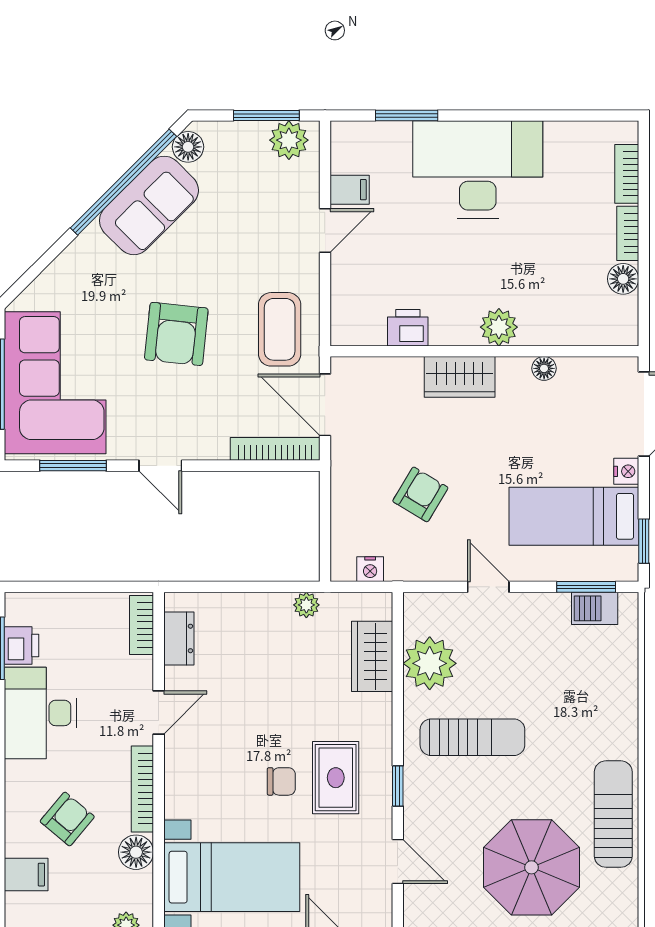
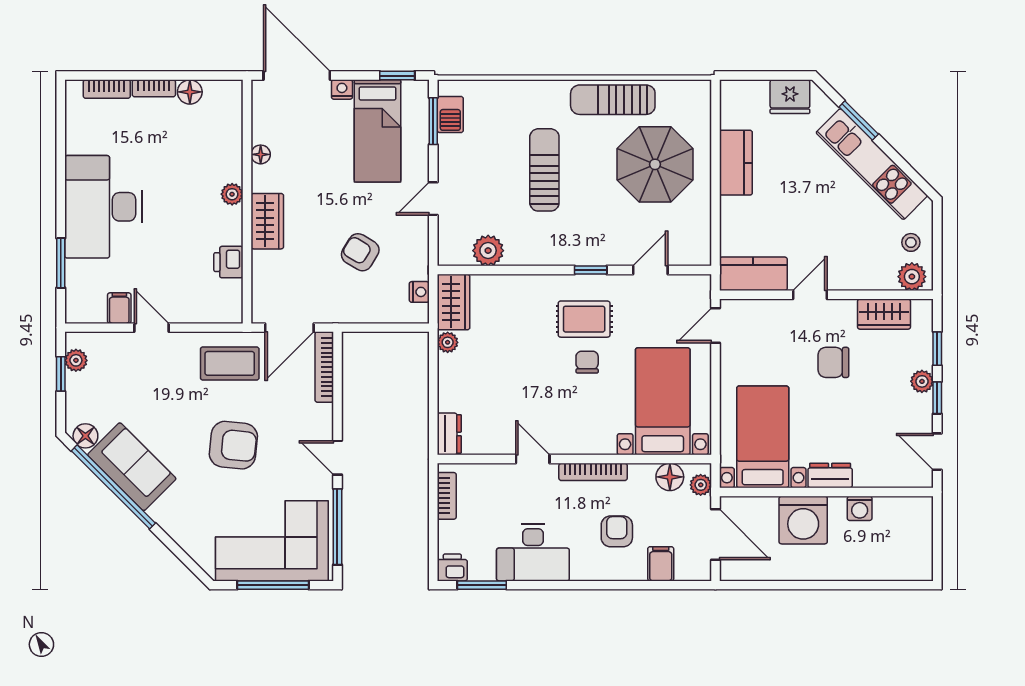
window: (266, 116) -> (61, 374), width x0.67
plant: (289, 140) -> (76, 360), width x0.73, depth x0.73
plant: (499, 327) -> (232, 194), width x0.73, depth x0.73
window: (73, 466) -> (337, 527), width x1.44
door: (160, 466) -> (337, 458), swing flipped
bookcase: (142, 625) -> (447, 496), moved, turned -90
dresser: (179, 638) -> (449, 434), moved, turned 90
printer: (22, 645) -> (452, 567), moved
wardrobe: (372, 656) -> (454, 302), moved, turned -90
plant: (430, 663) -> (488, 251), width x0.73, depth x0.73
sun lounger: (472, 737) -> (544, 170), moved
armchair: (67, 819) -> (617, 531), turned 50
floor lamp: (136, 852) -> (670, 477), moved

